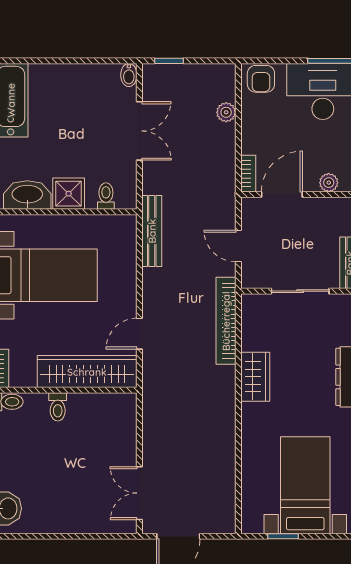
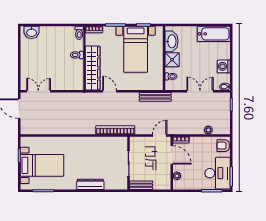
washing machine: (83, 78) -> (224, 66), added
double door: (139, 131) -> (200, 91), swing flipped
door: (238, 246) -> (160, 135), moved
wardrobe: (255, 377) -> (90, 143), removed

